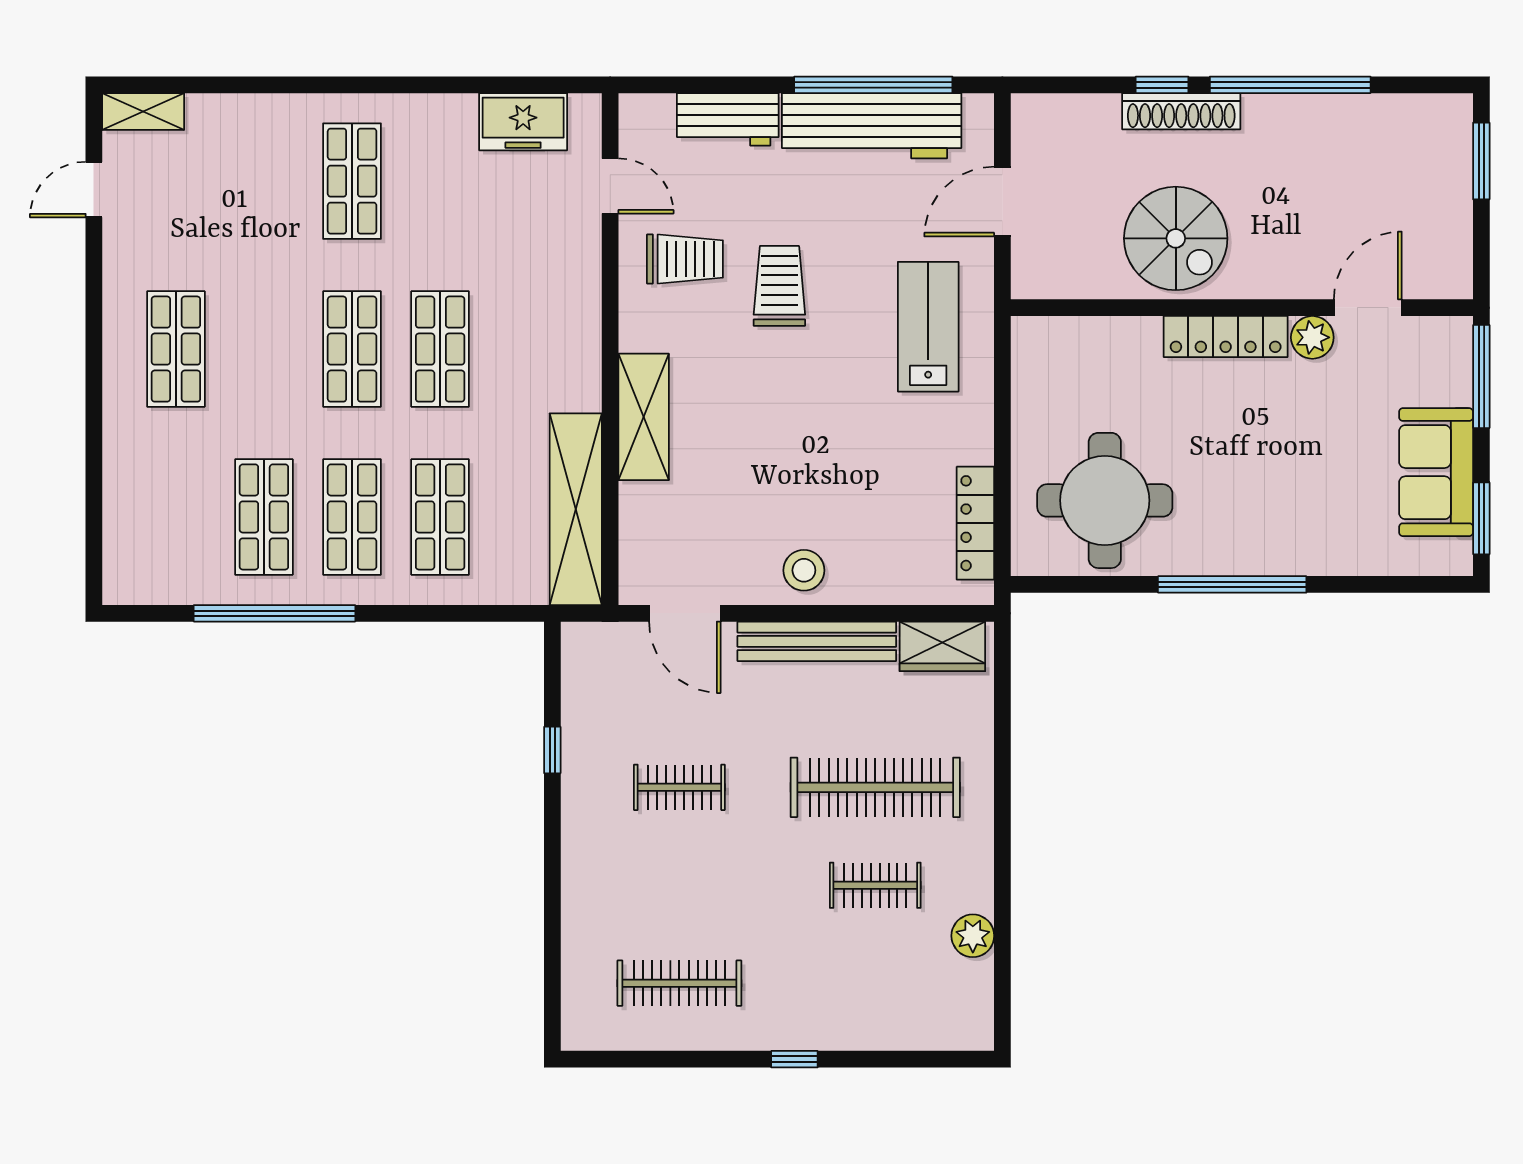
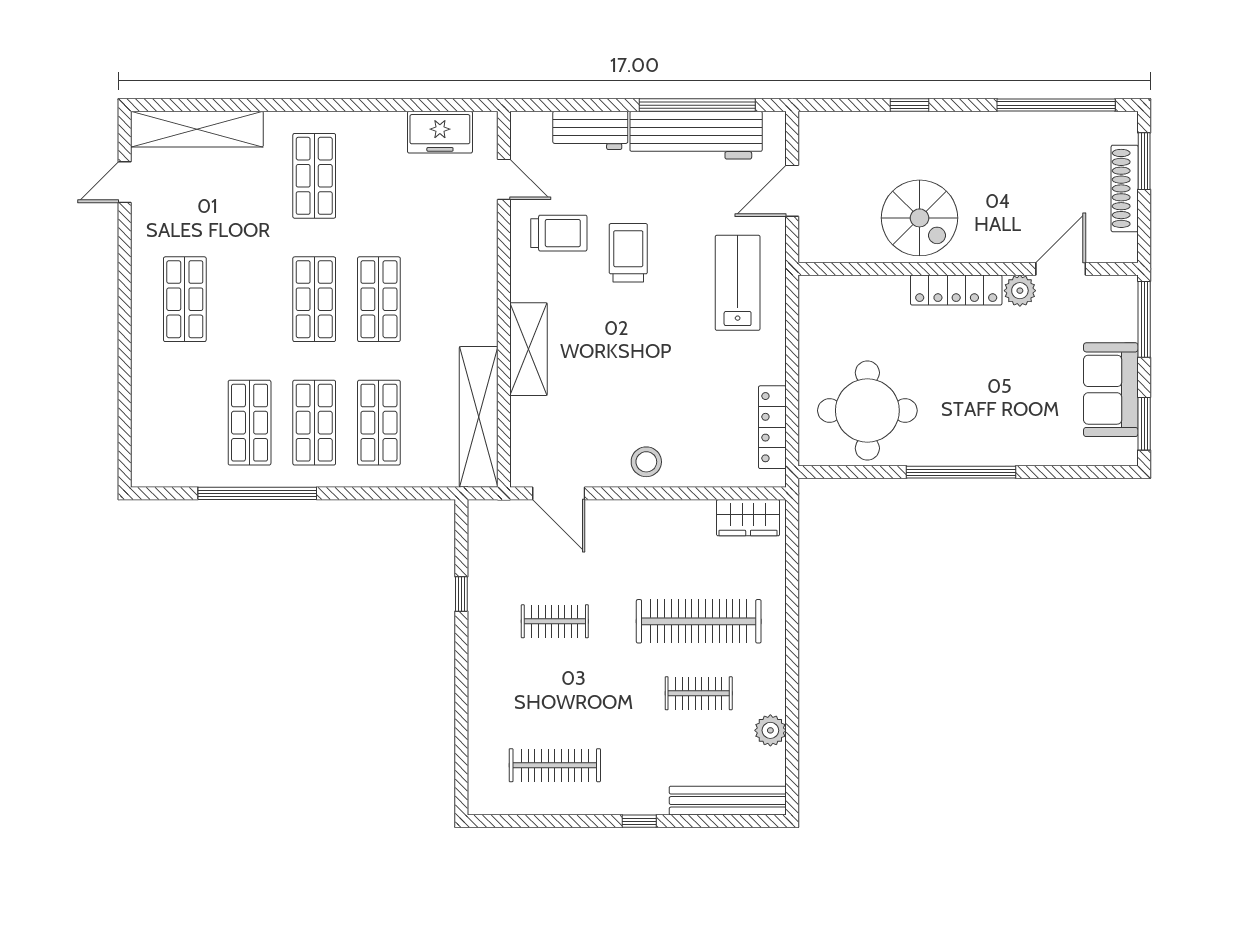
window: (1290, 85) -> (1056, 105), moved
shelving: (143, 111) -> (197, 129), width x2.20, depth x1.33
shoe rack: (1181, 111) -> (1125, 188), moved, turned 90
bench: (817, 641) -> (728, 801), moved

